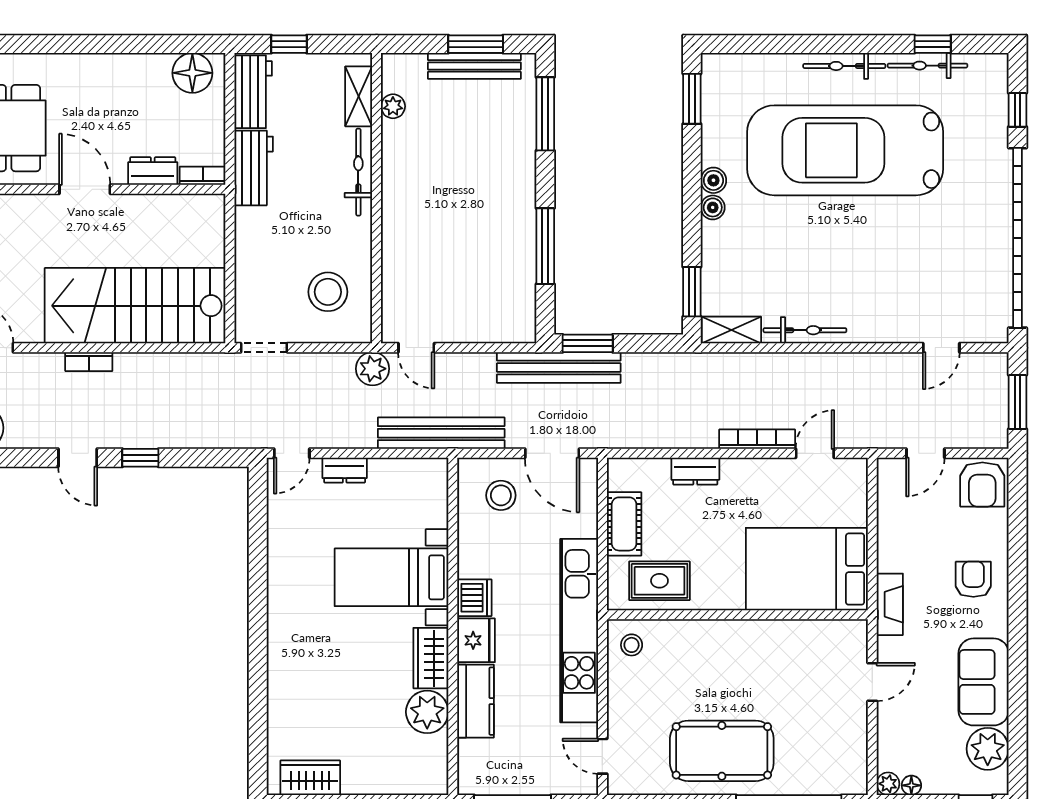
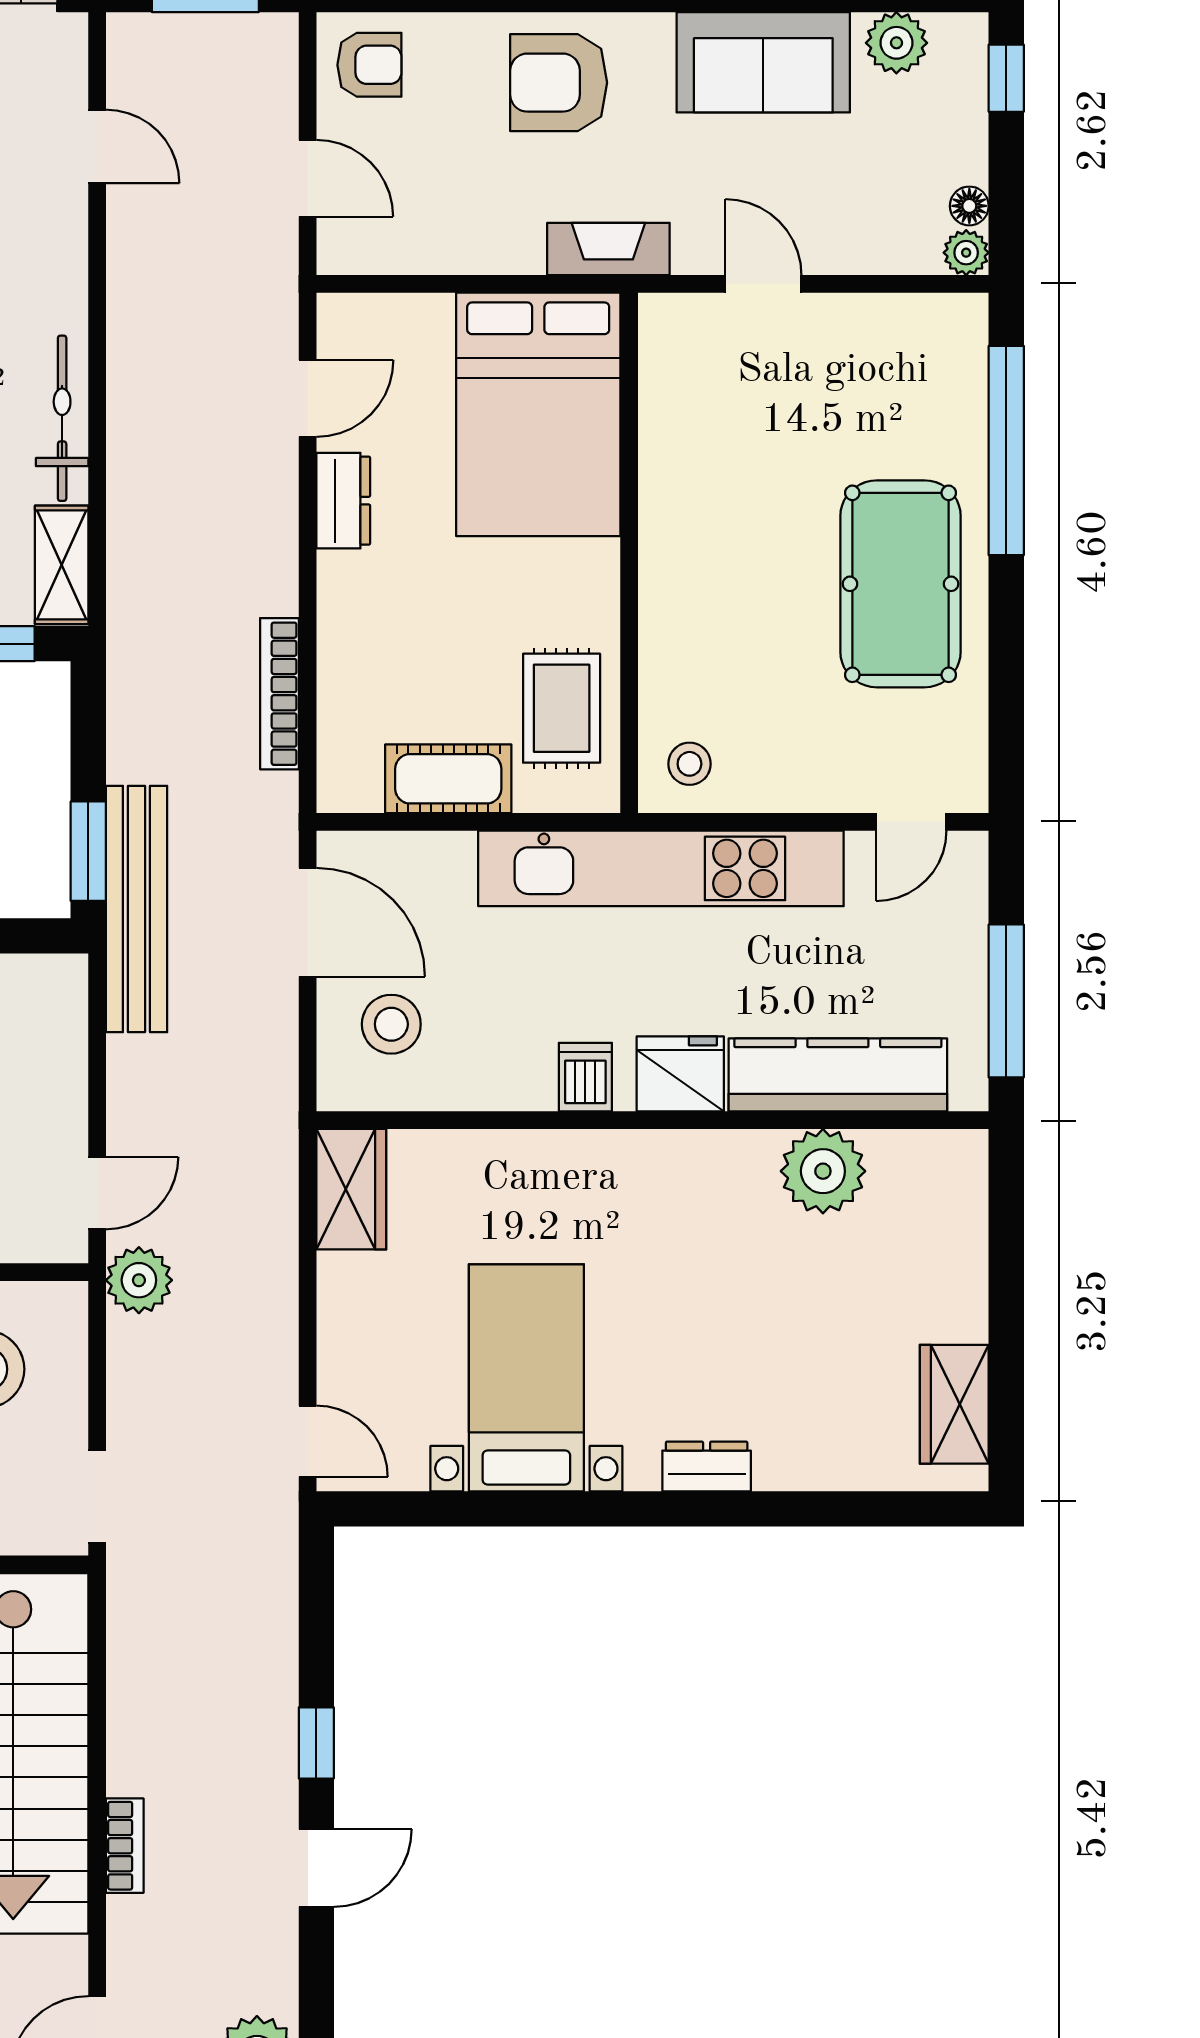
bench: (441, 433) -> (267, 1143), removed
bookcase: (757, 439) -> (279, 694), moved
door: (552, 453) -> (308, 922), hinge flipped
door: (815, 453) -> (308, 398), swing flipped
dresser: (345, 470) -> (707, 1466), moved, turned -90
dresser: (695, 471) -> (343, 501), moved
armchair: (982, 484) -> (369, 65), width x0.72, depth x0.72
bed with nightstands: (391, 577) -> (526, 1378), moved, turned 180
armchair: (973, 579) -> (559, 83), width x1.38, depth x1.38
dishwasher: (474, 598) -> (585, 1077), width x0.73
wardrobe: (431, 658) -> (351, 1189), moved, turned -90
kitchen counter: (476, 701) -> (838, 1075), width x1.50
plant: (988, 749) -> (896, 43), width x0.73, depth x0.73

